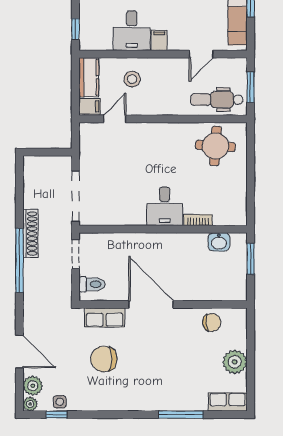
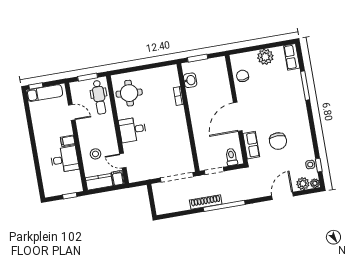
desk: (165, 206) -> (133, 130), moved, turned 180

